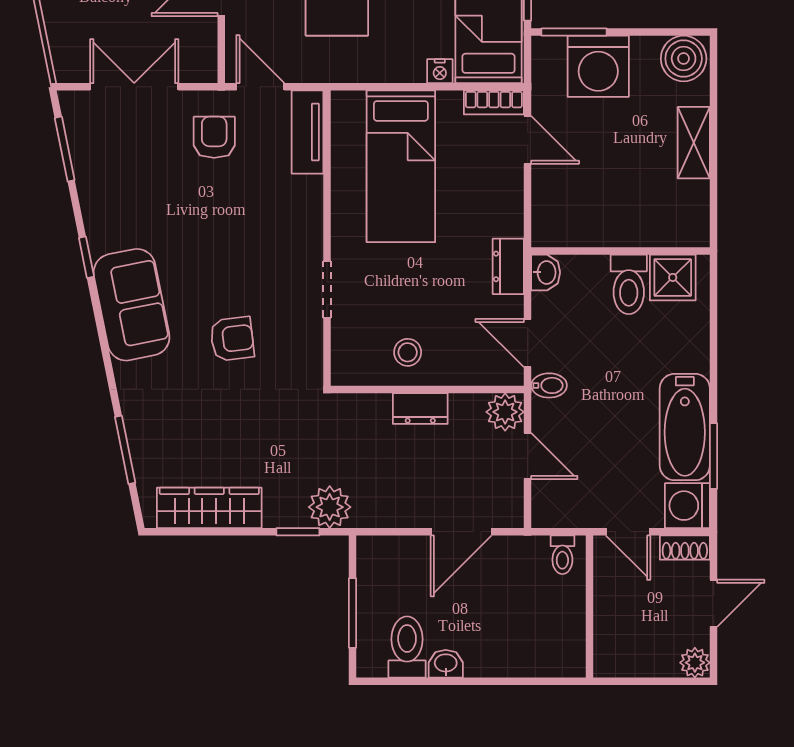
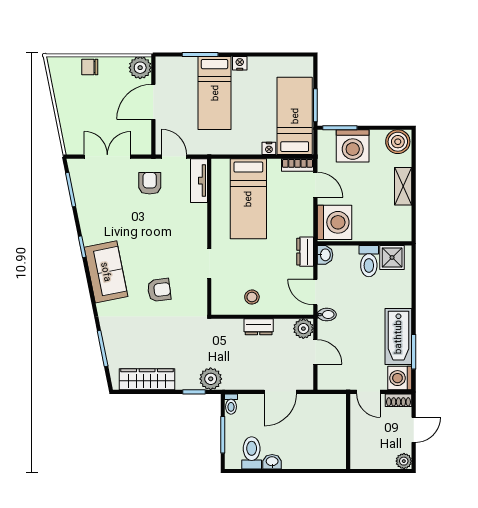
washing machine: (564, 211) -> (334, 222), added
toilet: (562, 555) -> (231, 404), moved

